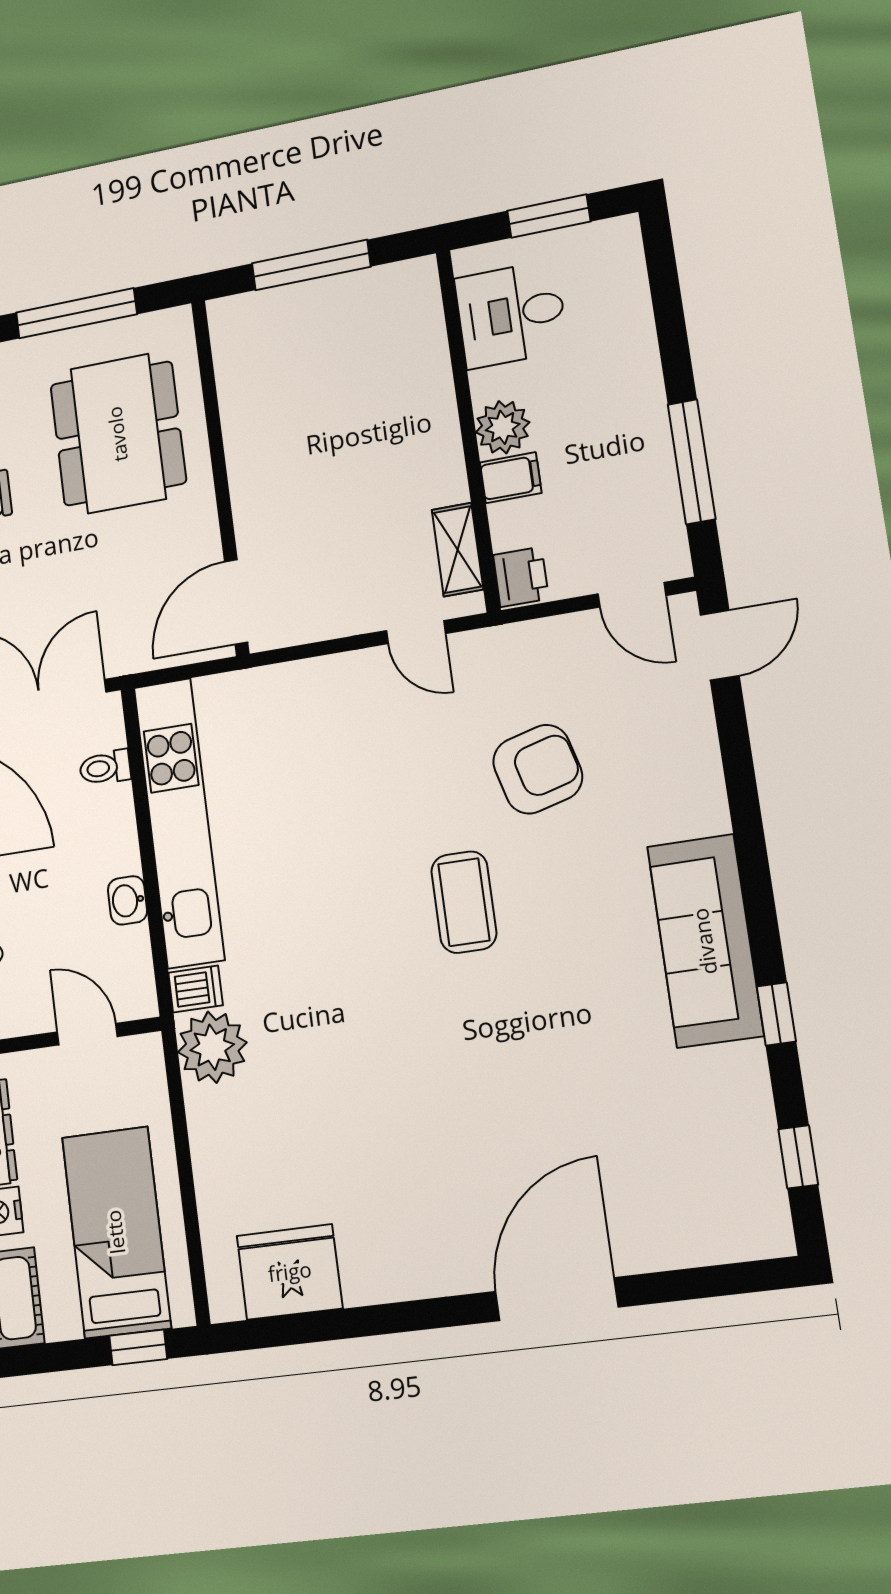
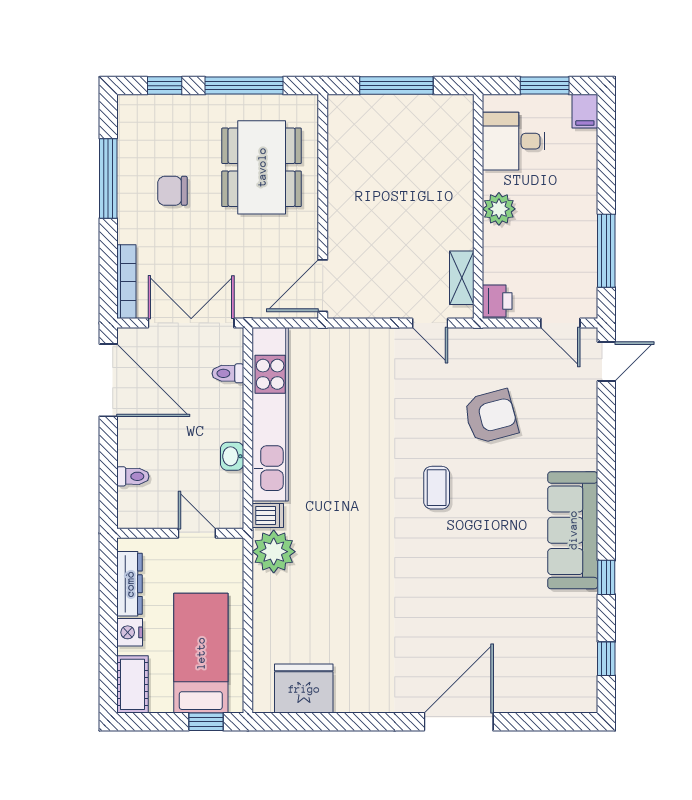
filing cabinet: (511, 478) -> (585, 111), moved, turned 90
coffee table: (464, 902) -> (437, 488), width x0.73, depth x0.77

